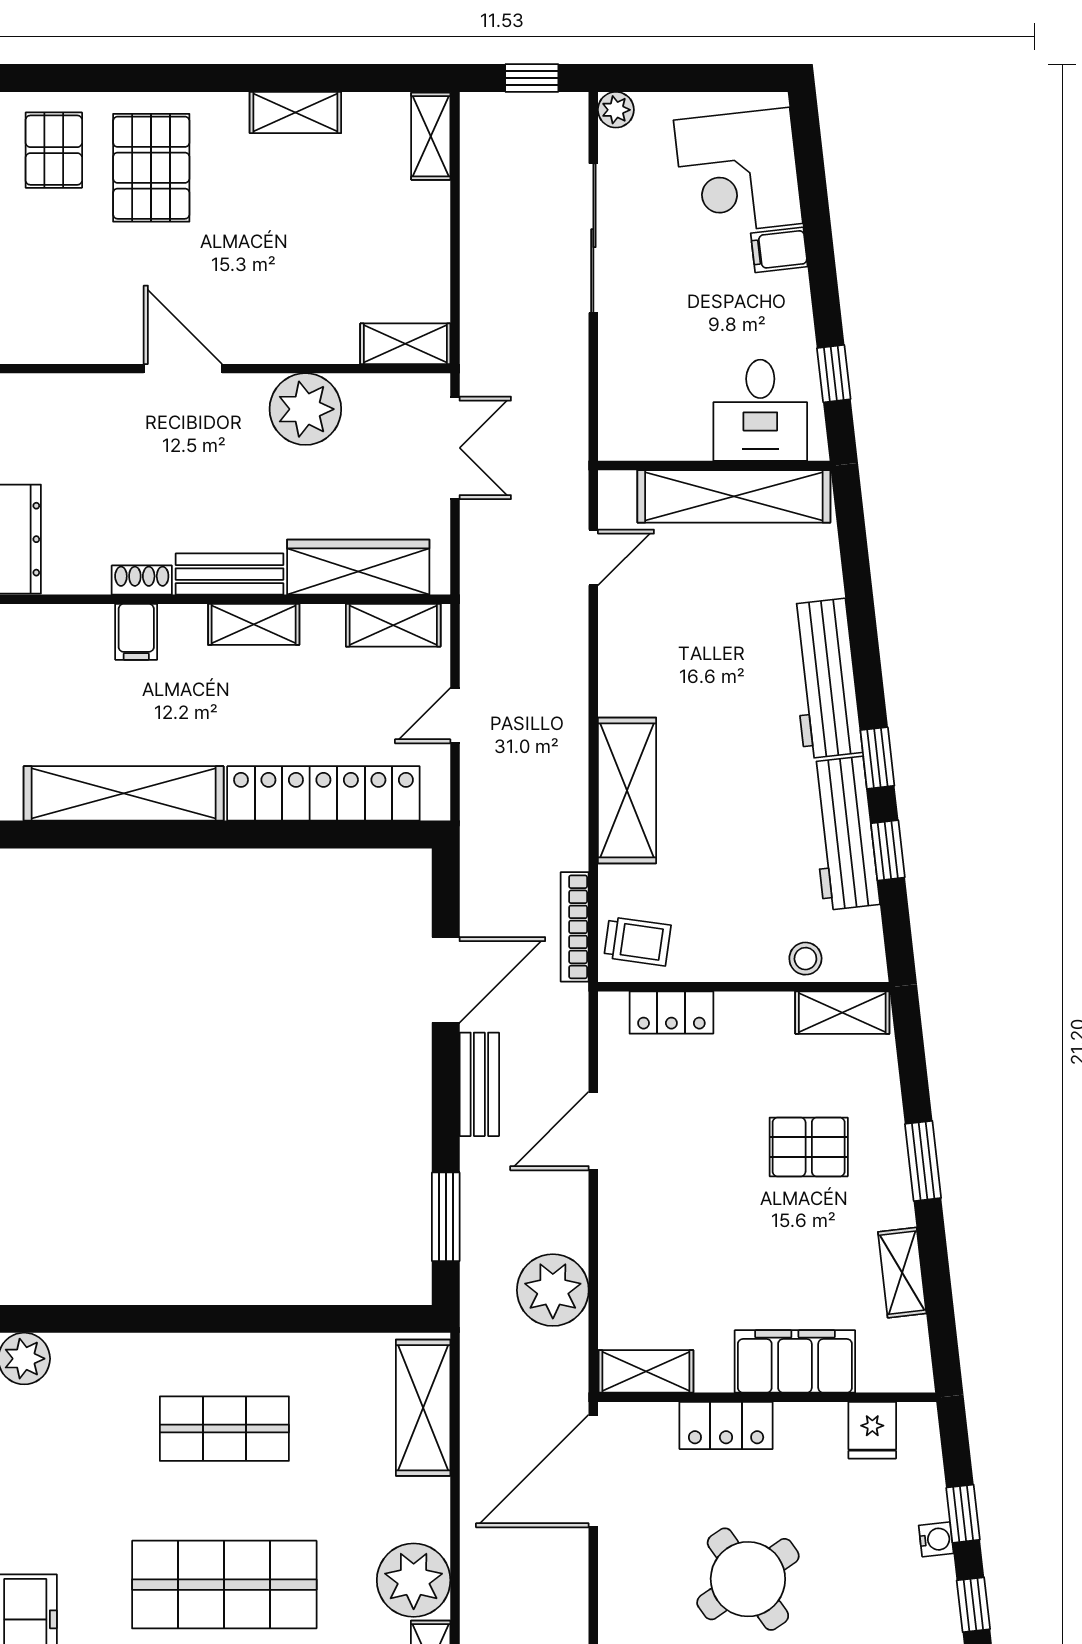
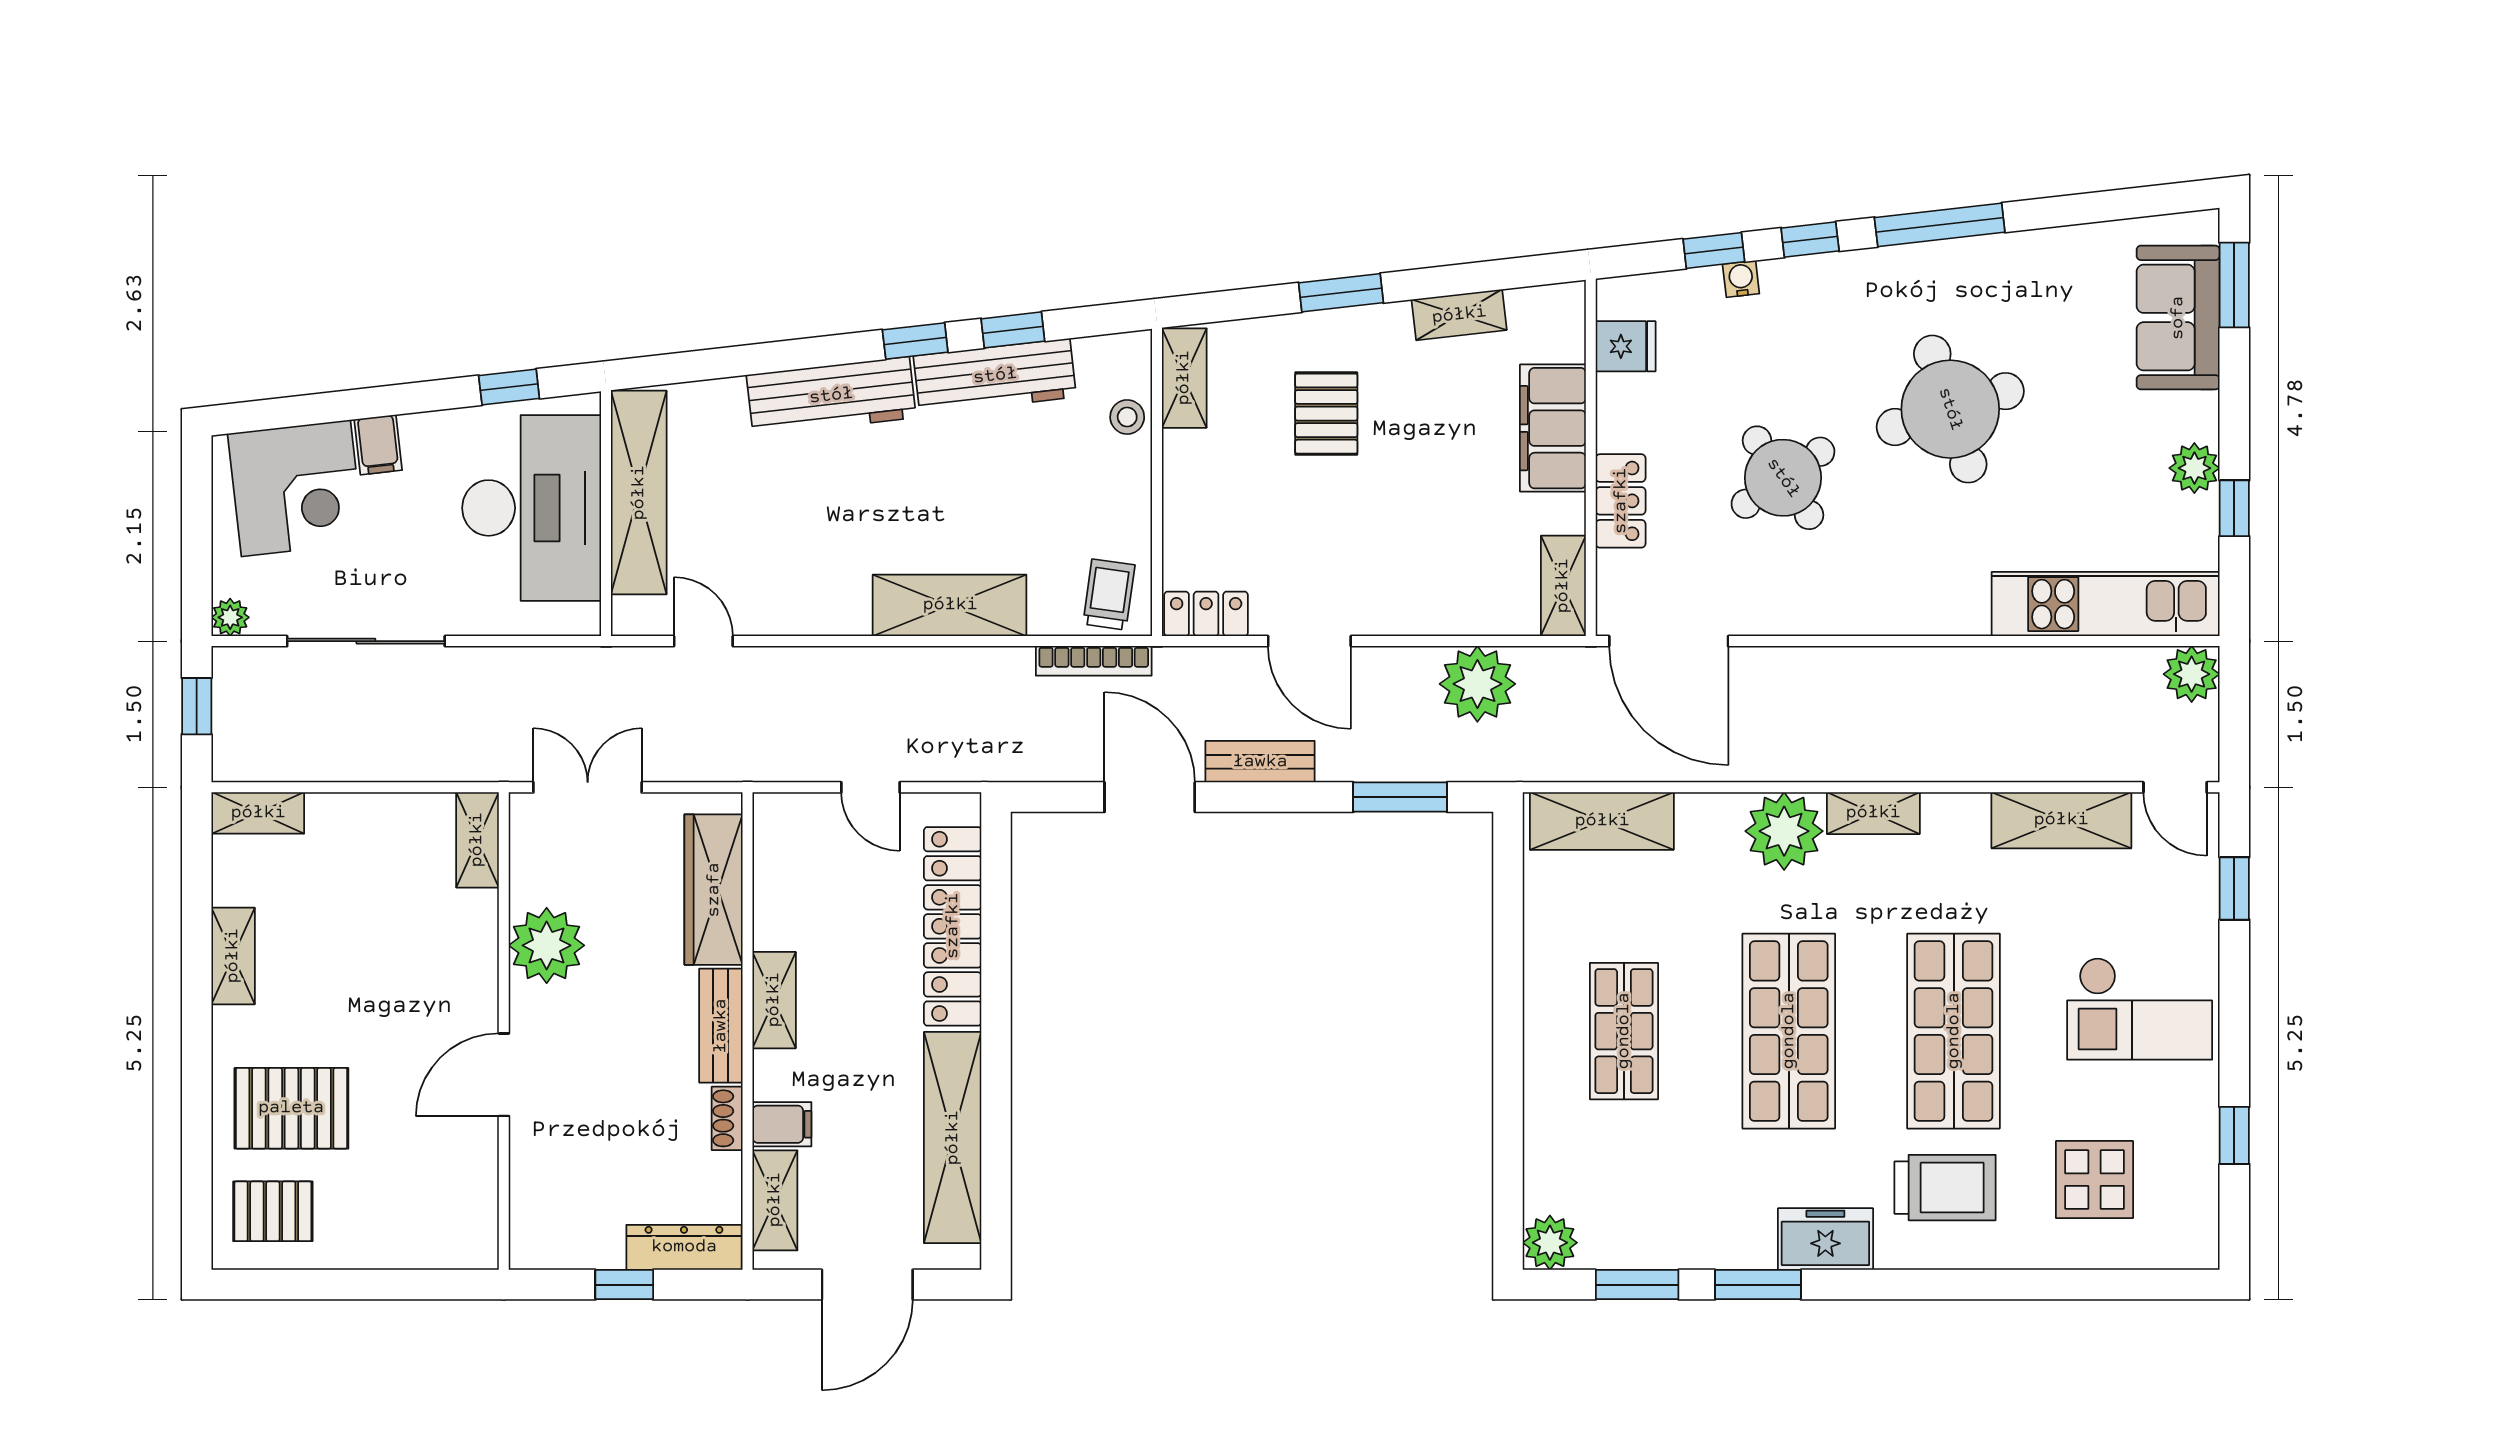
desk: (760, 410) -> (532, 508), width x1.87, depth x1.30
shelving: (393, 625) -> (775, 1200), moved
locker: (671, 1013) -> (1206, 614), moved, turned -90

